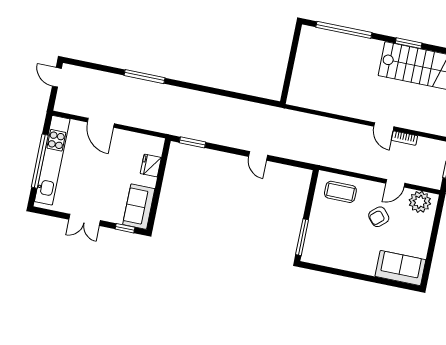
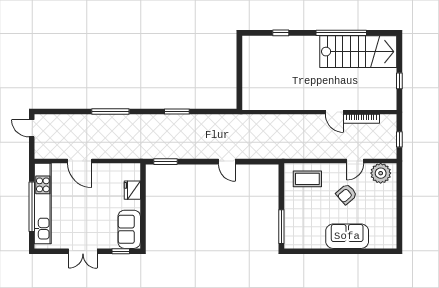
window: (344, 30) -> (281, 33), width x0.32
window: (409, 43) -> (341, 33), width x2.11
window: (216, 91) -> (177, 111), added
bookcase: (404, 138) -> (361, 119), width x1.56
sofa: (400, 268) -> (347, 236), moved

